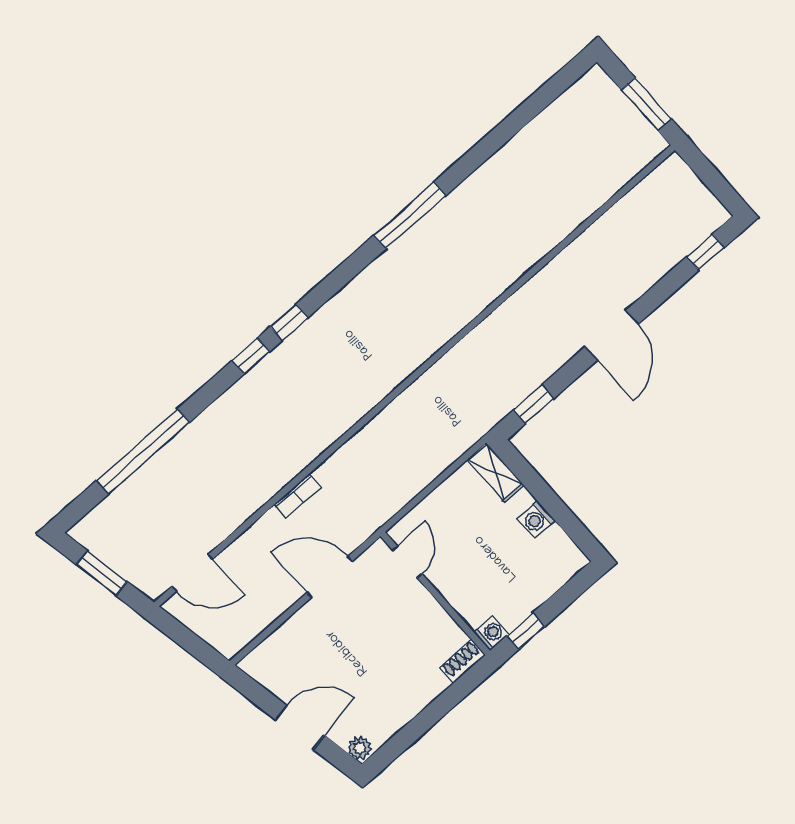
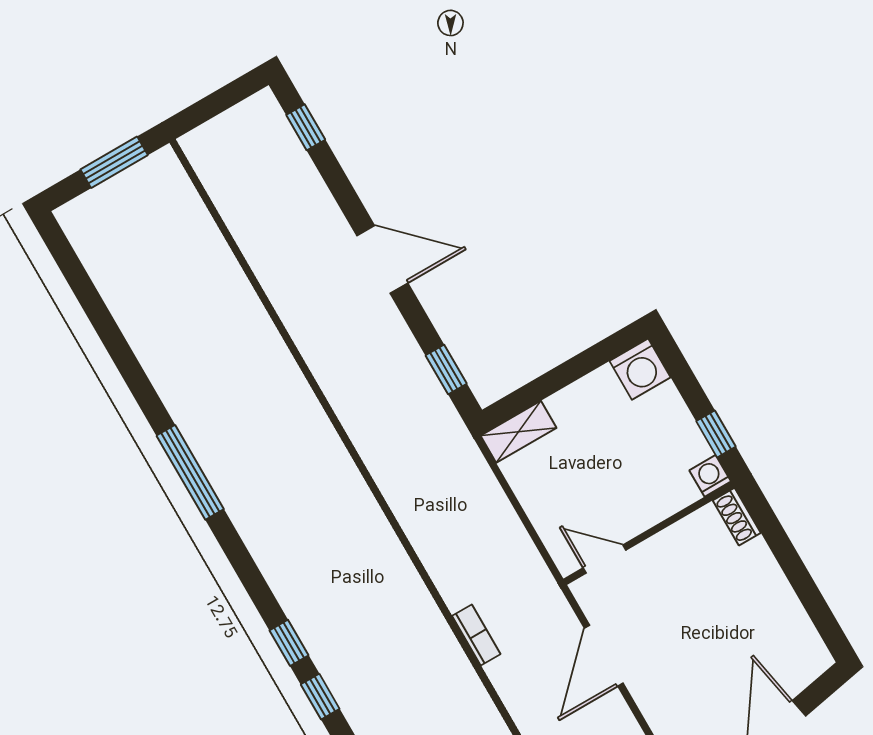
bookcase: (298, 496) -> (476, 635), moved
washing machine: (537, 520) -> (640, 369), moved, width x1.38, depth x1.38
plant: (359, 748) -> (816, 661), removed

